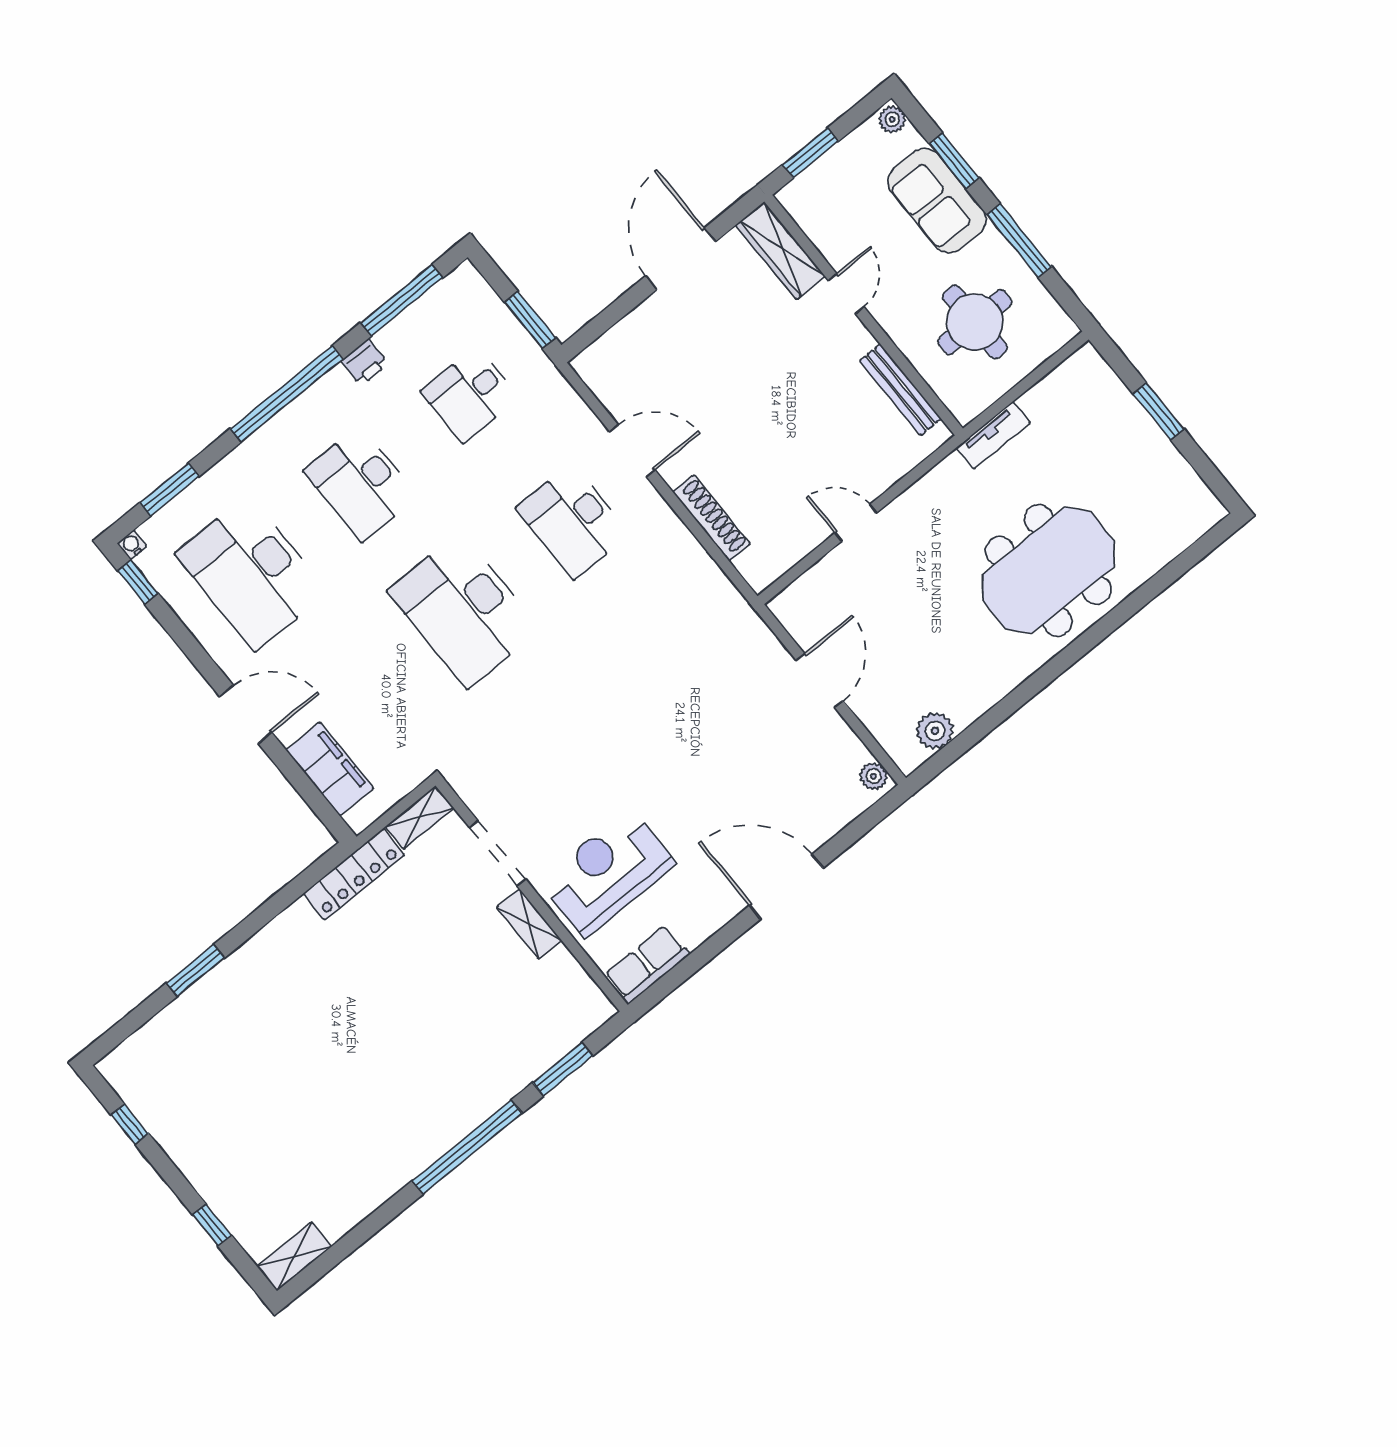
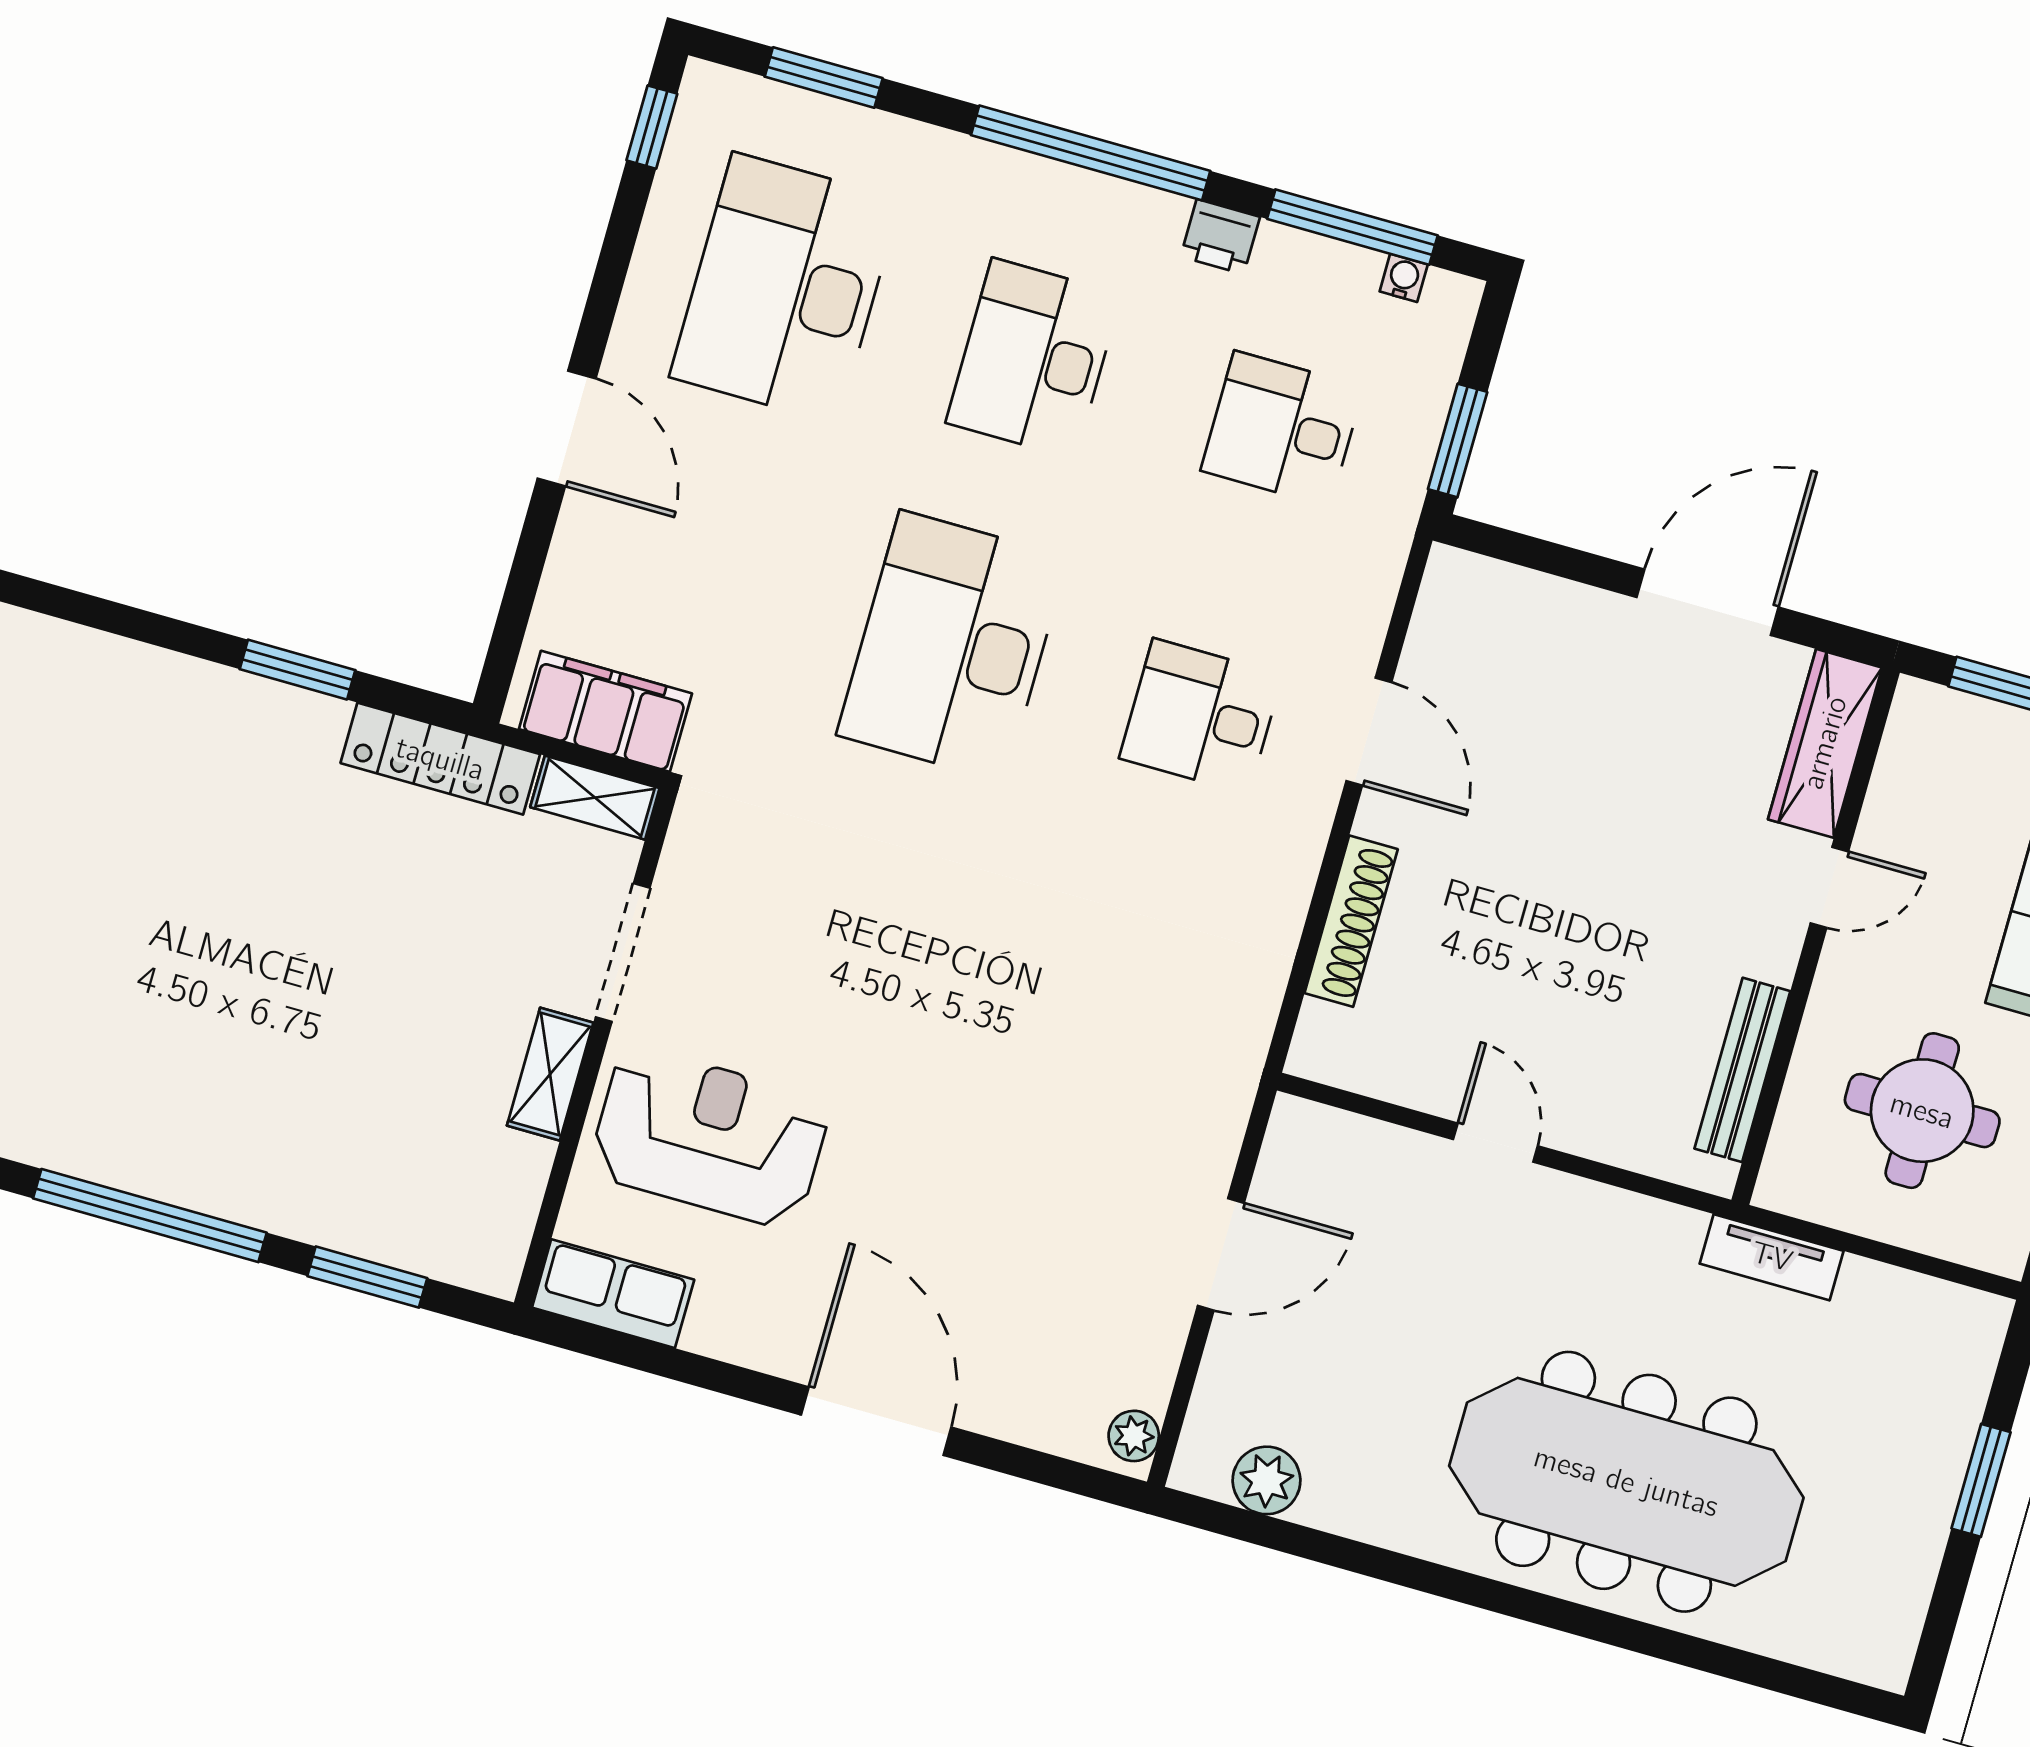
desk: (573, 521) -> (1201, 716), width x0.73
water cooler: (132, 545) -> (1404, 278), moved
meeting table: (1048, 570) -> (1626, 1482), width x1.36
filing cabinet: (330, 769) -> (605, 711), moved, turned -90
window: (195, 970) -> (297, 670), moved

